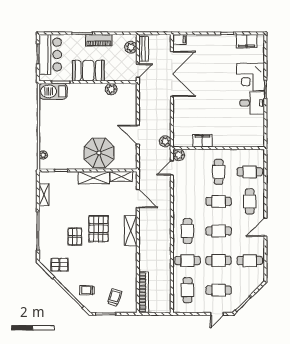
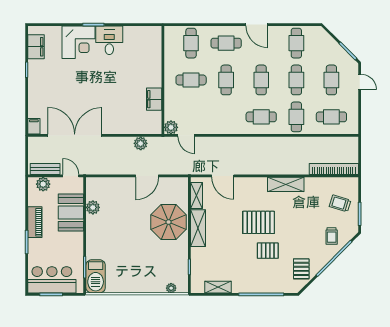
booth: (88, 71) -> (71, 213), moved
plant: (165, 141) -> (141, 143), moved
door: (138, 199) -> (223, 176), swing flipped
shelving: (131, 231) -> (286, 184), moved

